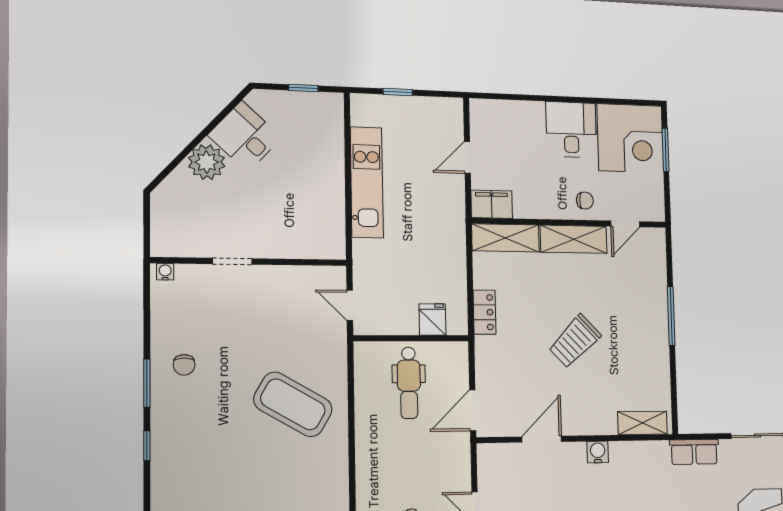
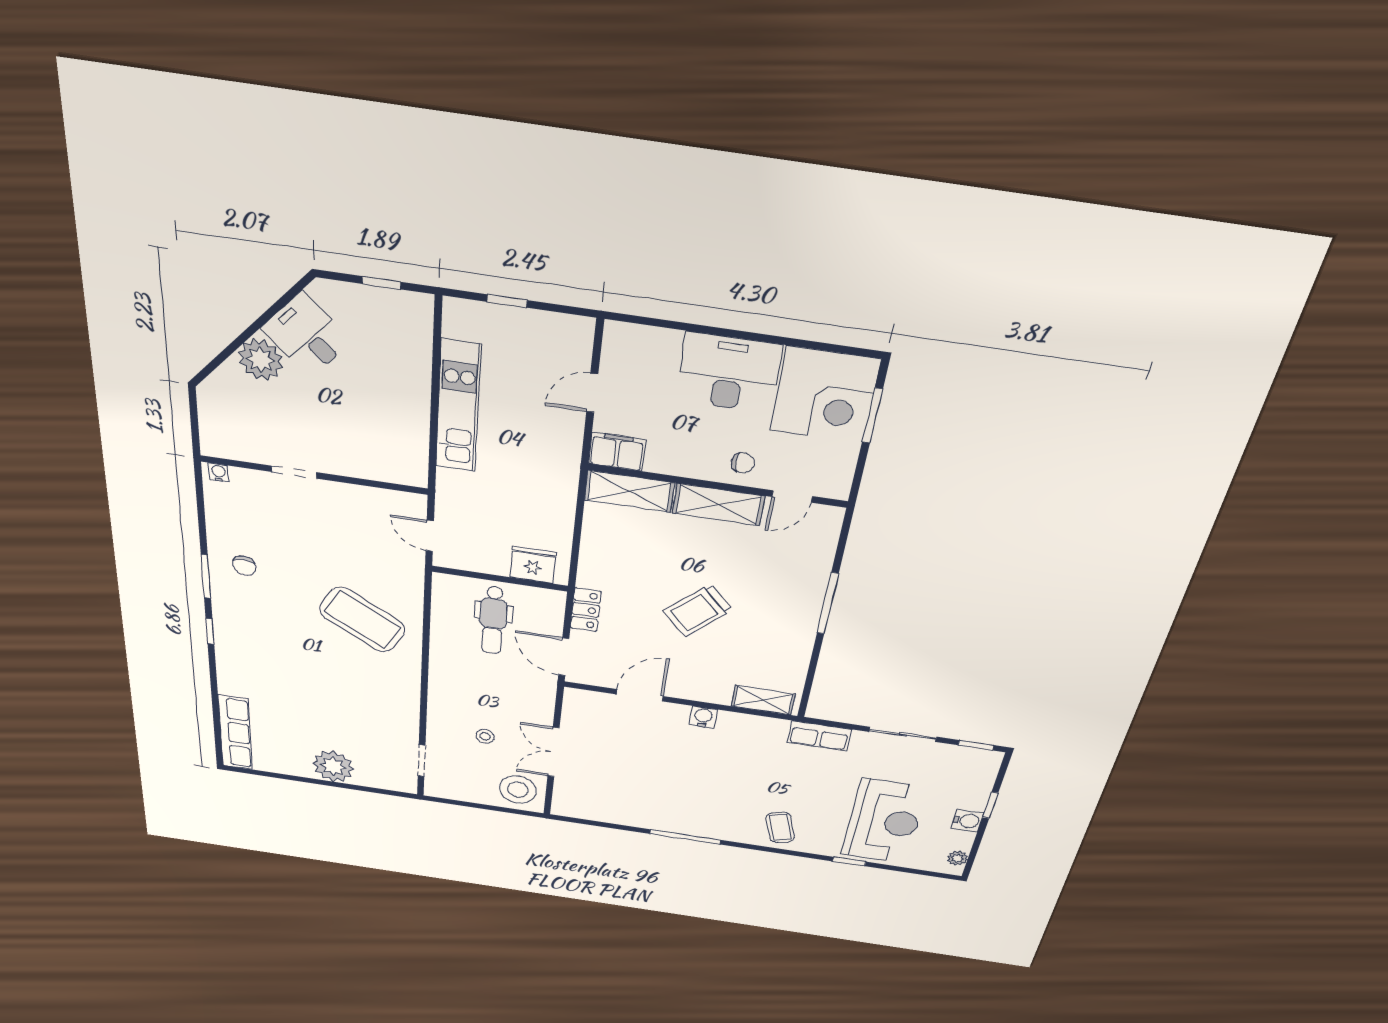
desk: (571, 130) -> (729, 373), width x1.37
locker: (485, 312) -> (586, 610), moved
fridge: (433, 319) -> (533, 565), width x1.38
door: (473, 410) -> (564, 657), hinge flipped

